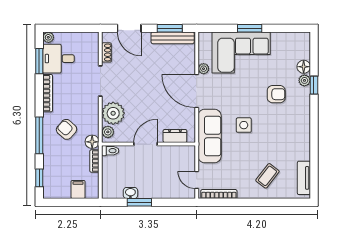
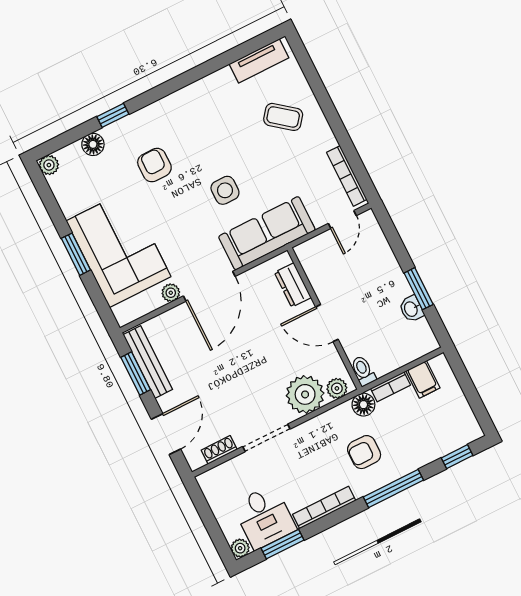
plant: (304, 80) -> (49, 165), moved
armchair: (67, 129) -> (364, 452), turned 48
filing cabinet: (78, 189) -> (423, 379), moved, turned -90

